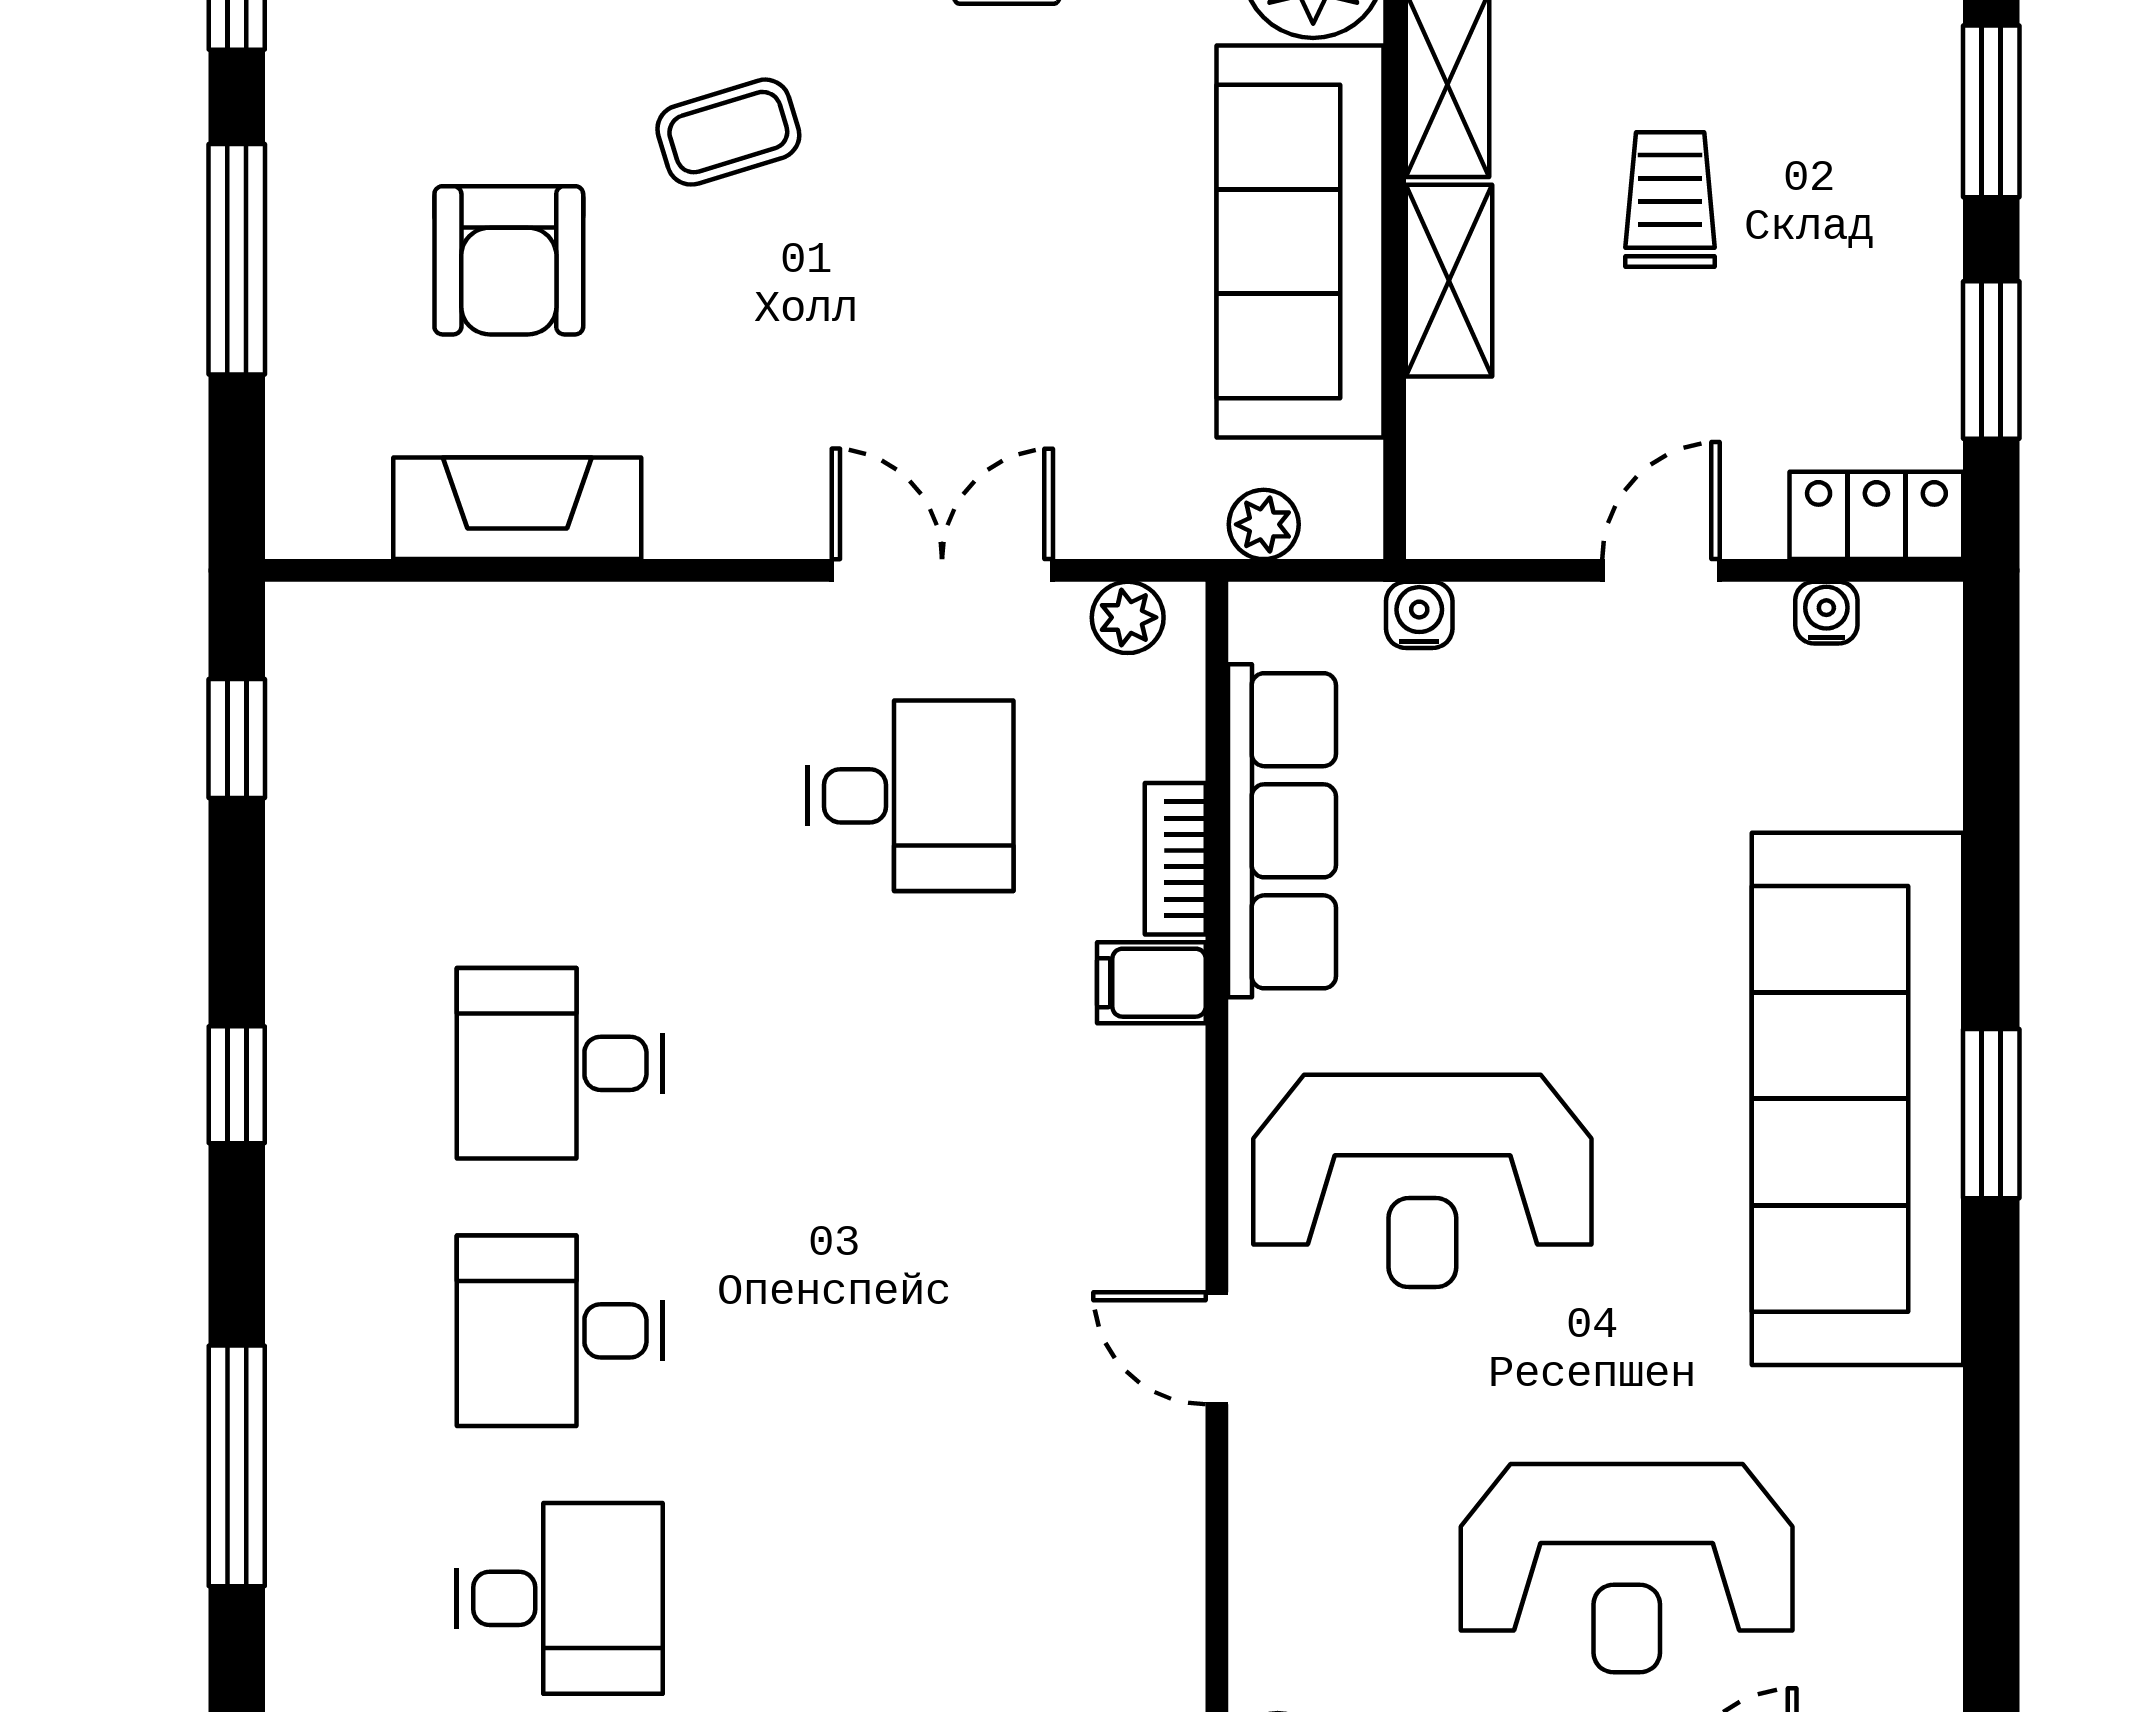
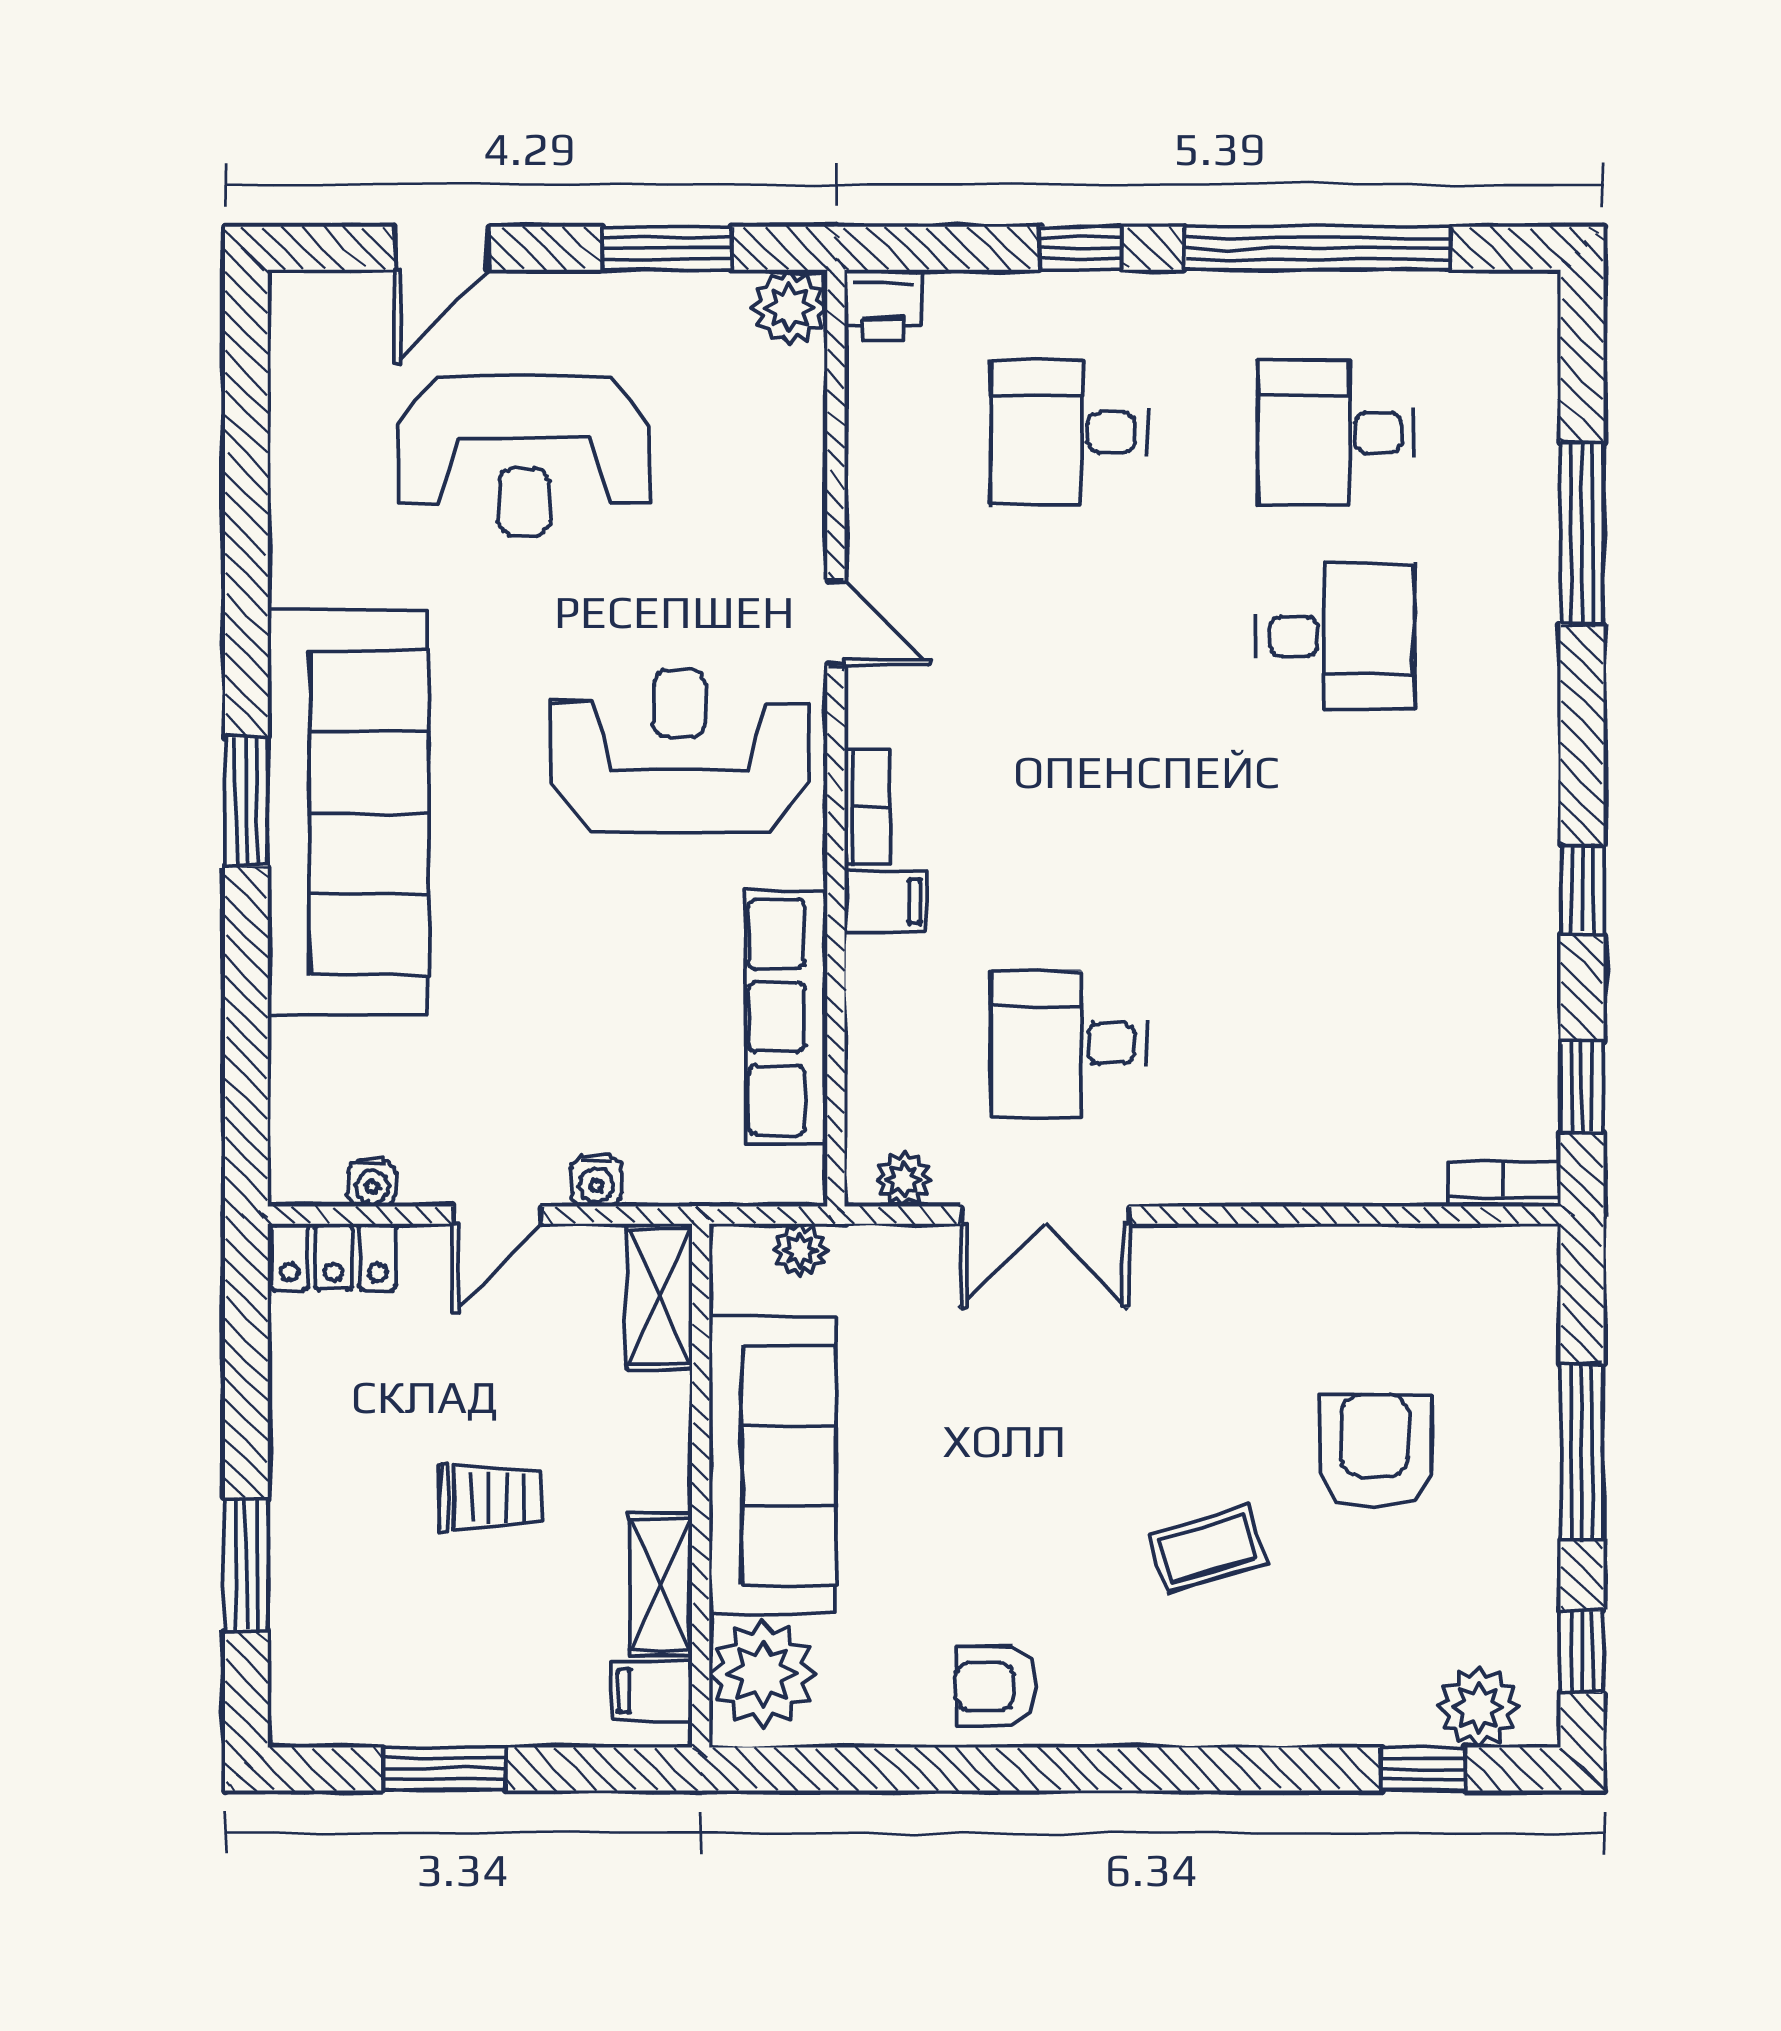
trolley: (1670, 199) -> (491, 1498), turned -90
shelving: (1449, 281) -> (659, 1297), moved
window: (1991, 360) -> (246, 1375), removed
fireplace: (517, 508) -> (1368, 1262), removed
bookcase: (339, 611) -> (1504, 1184), added
water cooler: (1419, 615) -> (596, 1181), moved
bookcase: (1175, 859) -> (868, 807), moved
desk: (560, 1063) -> (1069, 433), moved, turned 180
window: (237, 1085) -> (1582, 890), moved
reception desk: (1627, 1568) -> (524, 456), turned 180

